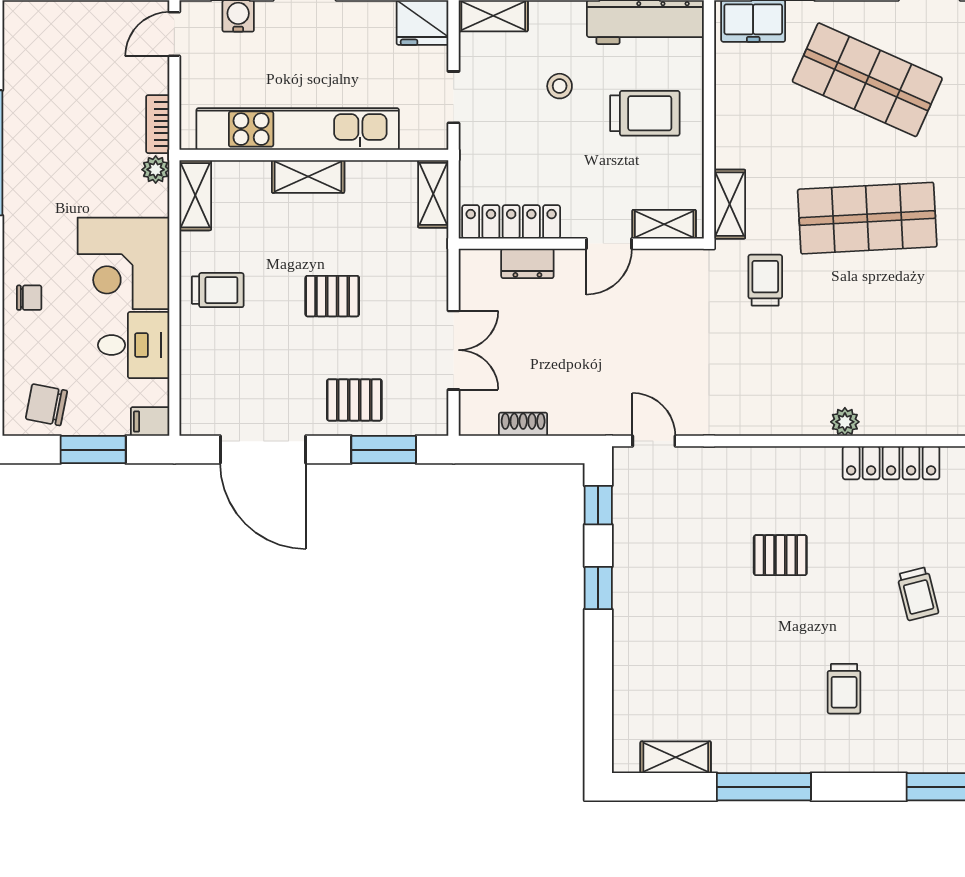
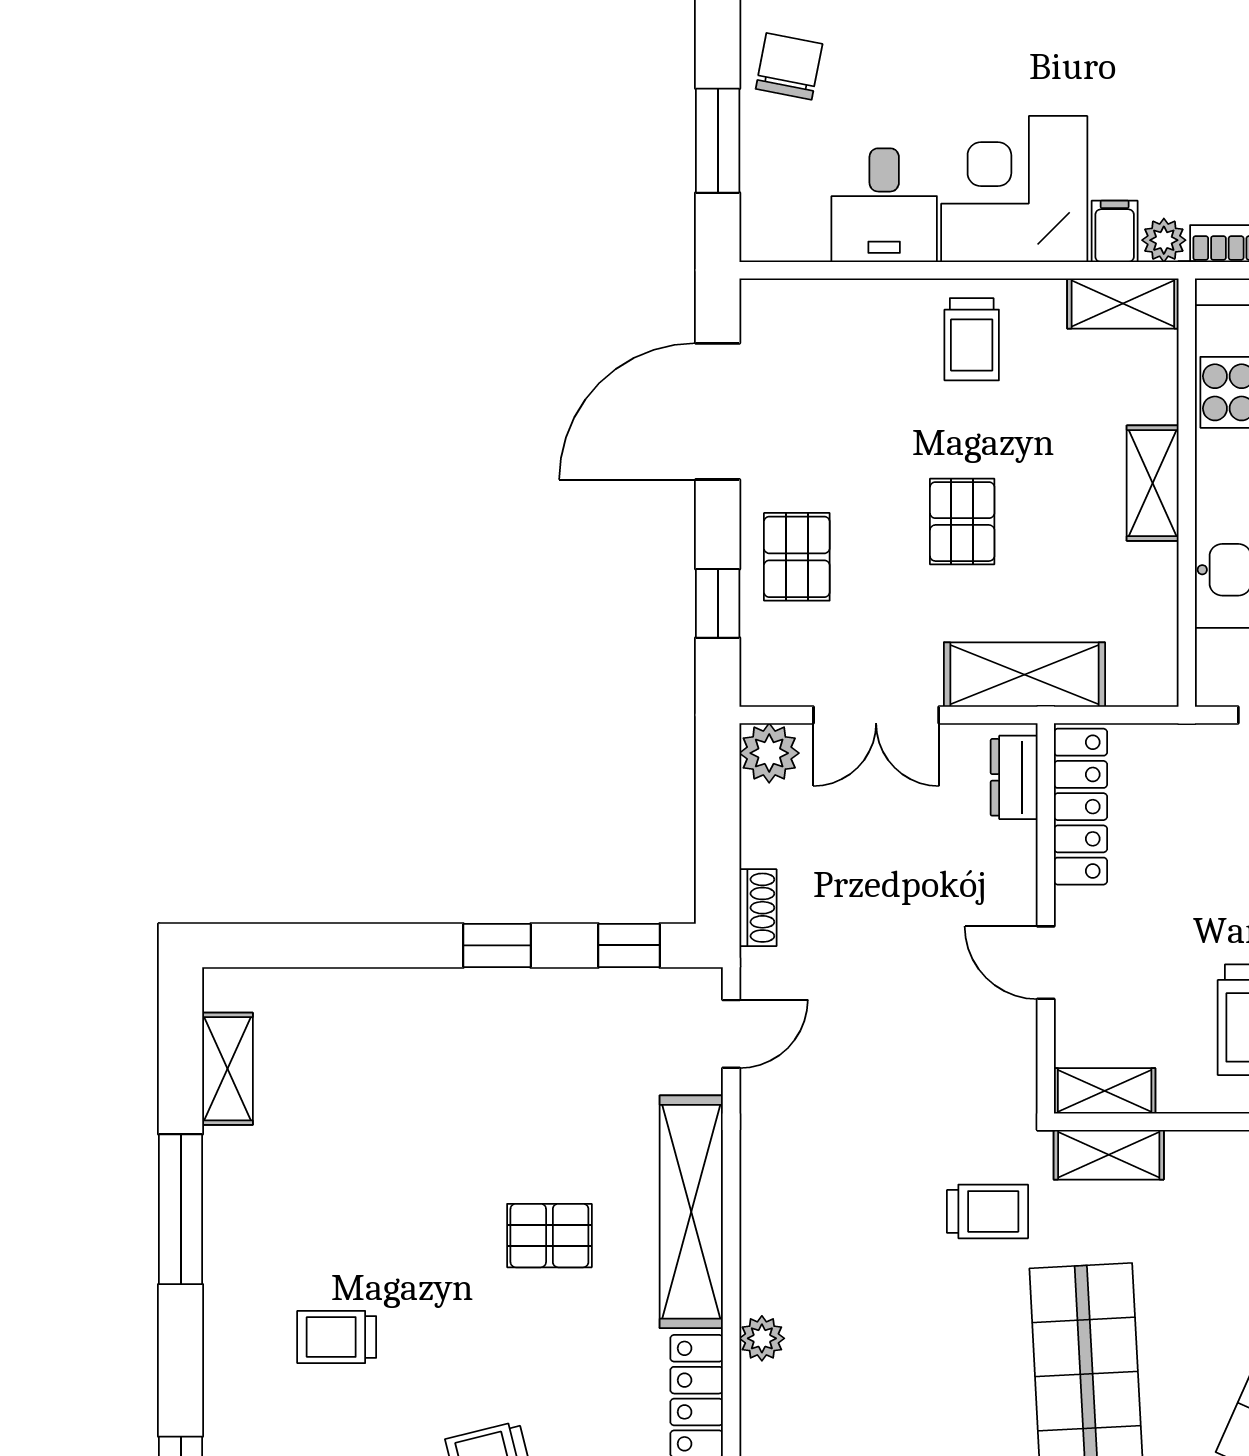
shelving: (433, 194) -> (1024, 675), moved, width x1.50, depth x1.33
shelving: (664, 224) -> (1105, 1091), moved, turned 90
dresser: (527, 263) -> (1014, 777), moved
chair: (29, 298) -> (960, 39), removed
plant: (477, 417) -> (769, 753), added
filing cabinet: (150, 422) -> (1115, 231), moved
shoe rack: (523, 424) -> (758, 908), moved
window: (384, 450) -> (718, 603), width x0.67
shelving: (765, 466) -> (691, 1212), added
pallet: (780, 555) -> (549, 1236), turned 90

